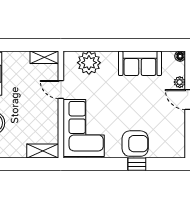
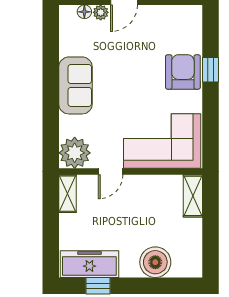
floor lamp: (180, 56) -> (84, 12), moved
plant: (89, 63) -> (75, 153), moved
sofa: (140, 63) -> (75, 85), moved

